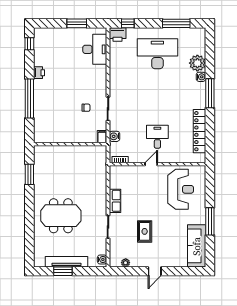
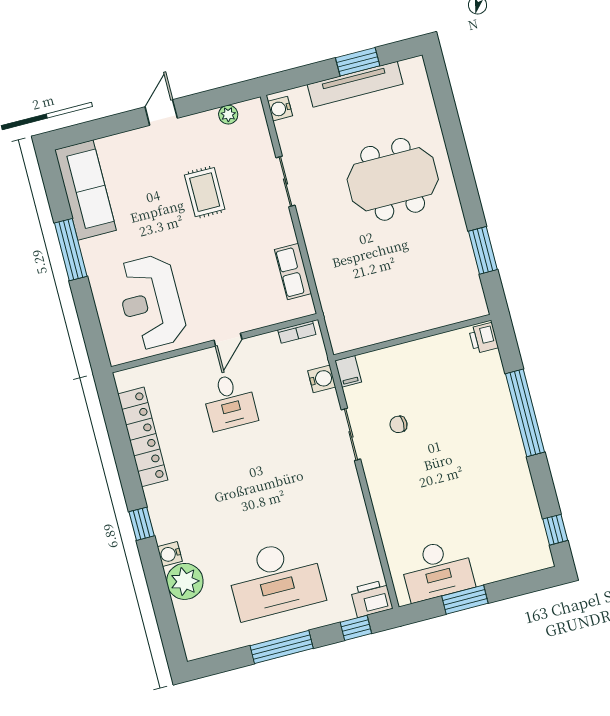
window: (176, 23) -> (282, 647), moved
desk: (95, 49) -> (437, 570), moved, turned -90
printer: (39, 73) -> (483, 338), moved
window: (210, 93) -> (142, 524), width x0.46
row of seats: (115, 201) -> (293, 271), moved

